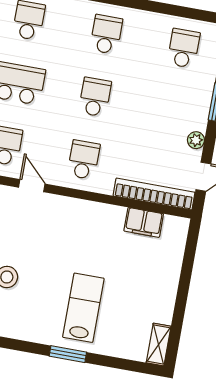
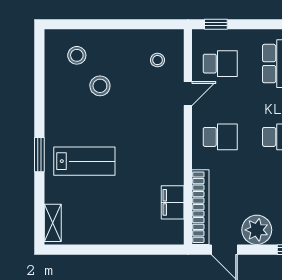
plant: (196, 140) -> (257, 230), width x1.88, depth x1.88
shelving: (159, 345) -> (53, 223), moved, turned 90

